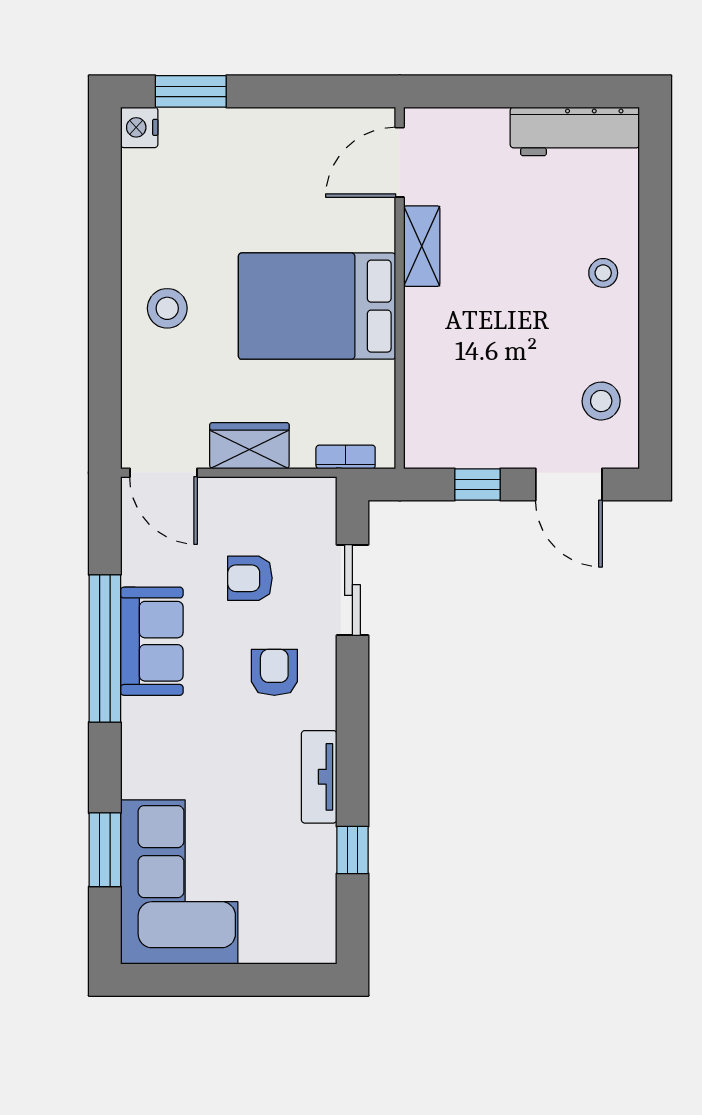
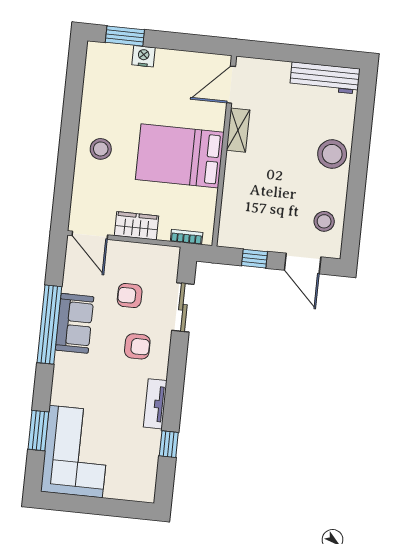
nightstand: (139, 127) -> (144, 56), moved, turned 90
stool: (603, 273) -> (332, 154), width x1.89, depth x1.89
armchair: (274, 672) -> (137, 346), turned 90

